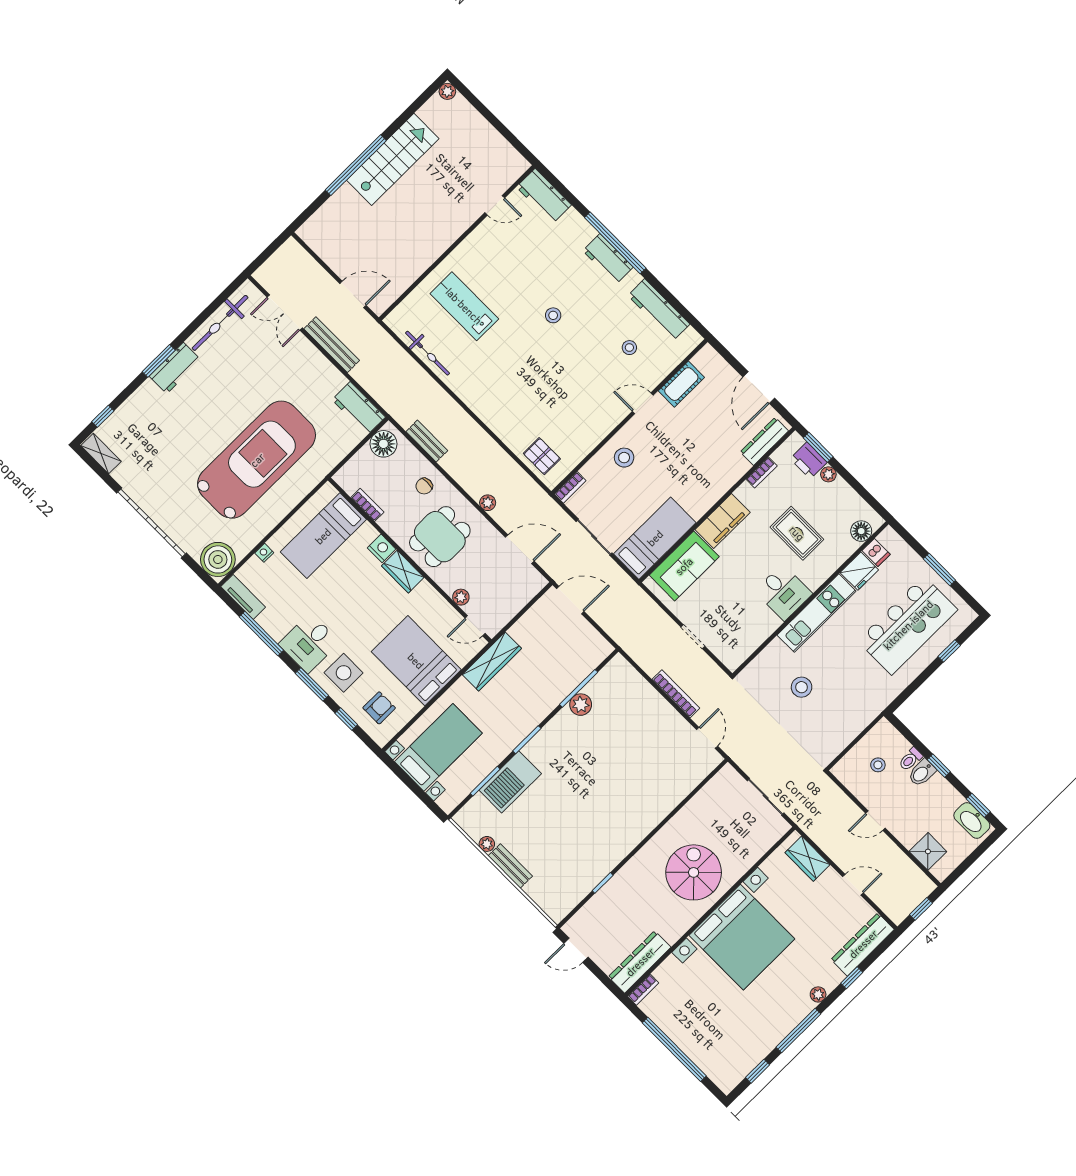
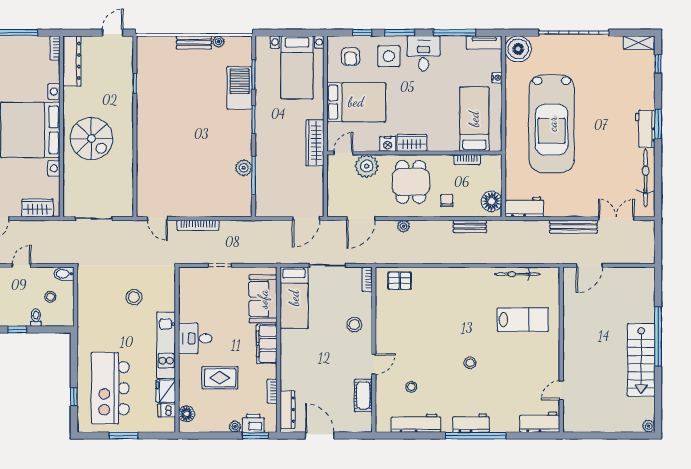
nightstand: (382, 548) -> (388, 144), moved
plant: (461, 597) -> (367, 166), width x1.88, depth x1.88
bidet: (922, 773) -> (64, 274), moved, turned -90

